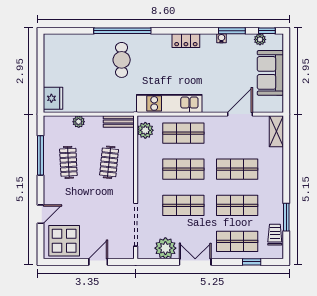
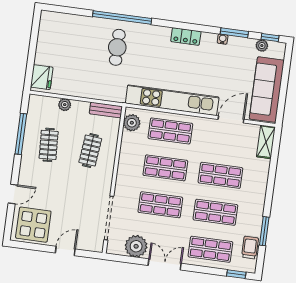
sofa: (270, 73) -> (267, 90), width x1.36
kitchen unit: (169, 103) -> (172, 100), width x1.36
window: (252, 262) -> (236, 274), moved

